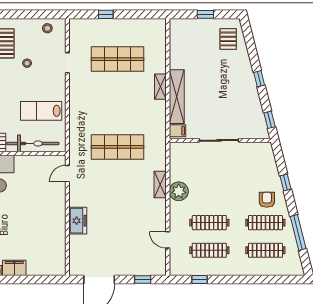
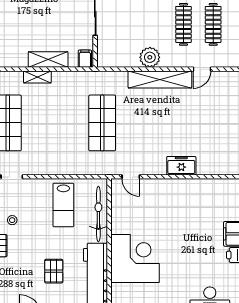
shelving: (177, 97) -> (48, 60), width x0.68
shelving: (160, 185) -> (160, 79), width x2.20, depth x1.33

